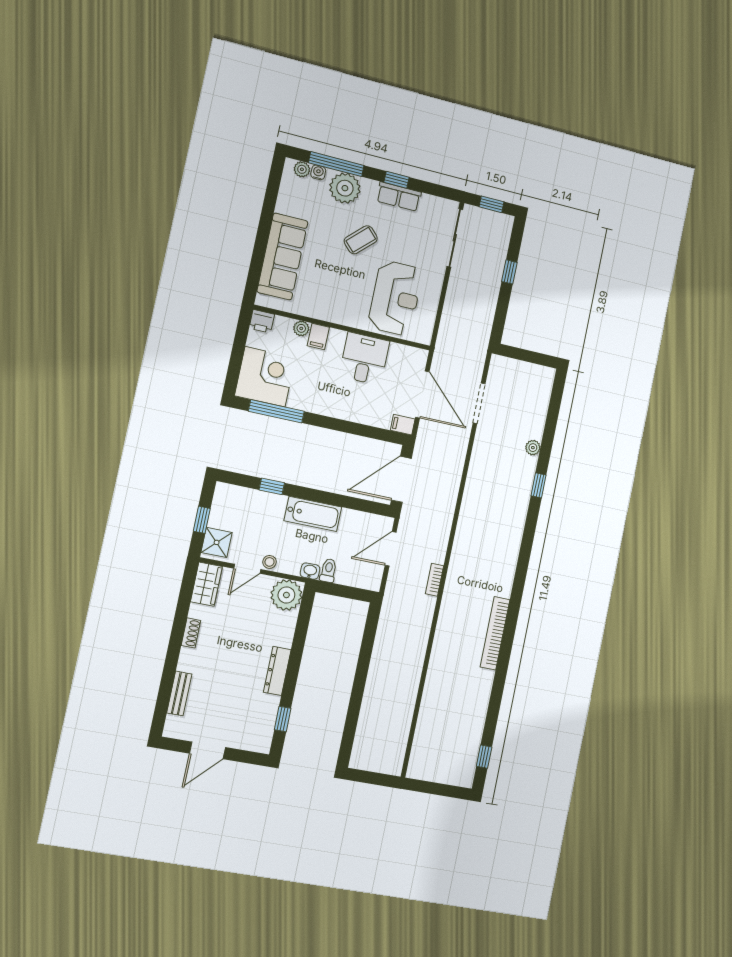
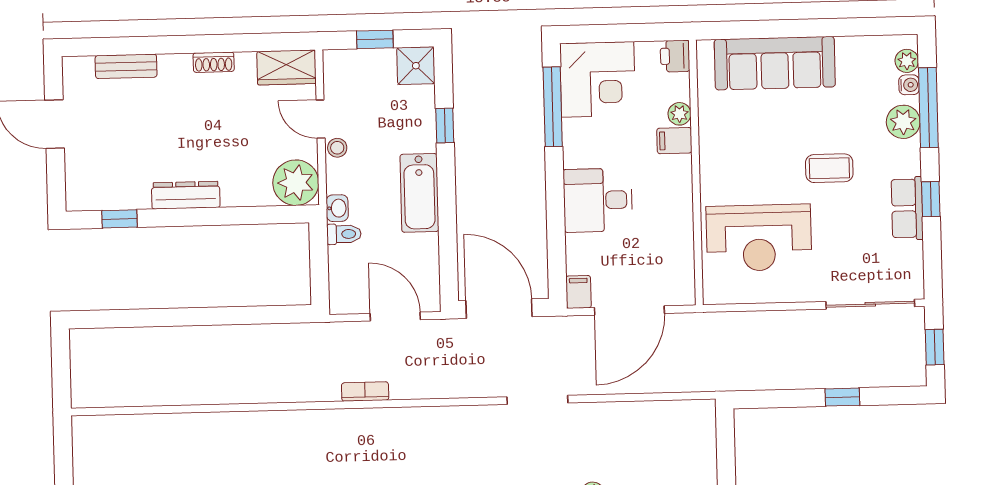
plant: (345, 188) -> (903, 122), width x0.73, depth x0.73
coffee table: (361, 240) -> (829, 168), turned -46
desk: (364, 359) -> (598, 200), moved, turned 180
doorway: (479, 403) -> (537, 400), moved
shower: (217, 542) -> (416, 66), moved

